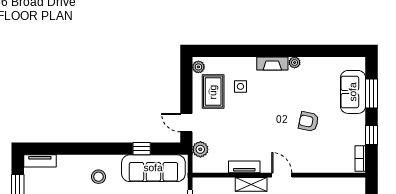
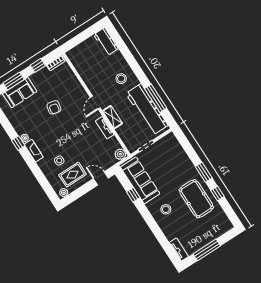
window: (293, 51) -> (18, 143), added
door: (186, 123) -> (101, 178), swing flipped
plant: (200, 149) -> (120, 154), moved

